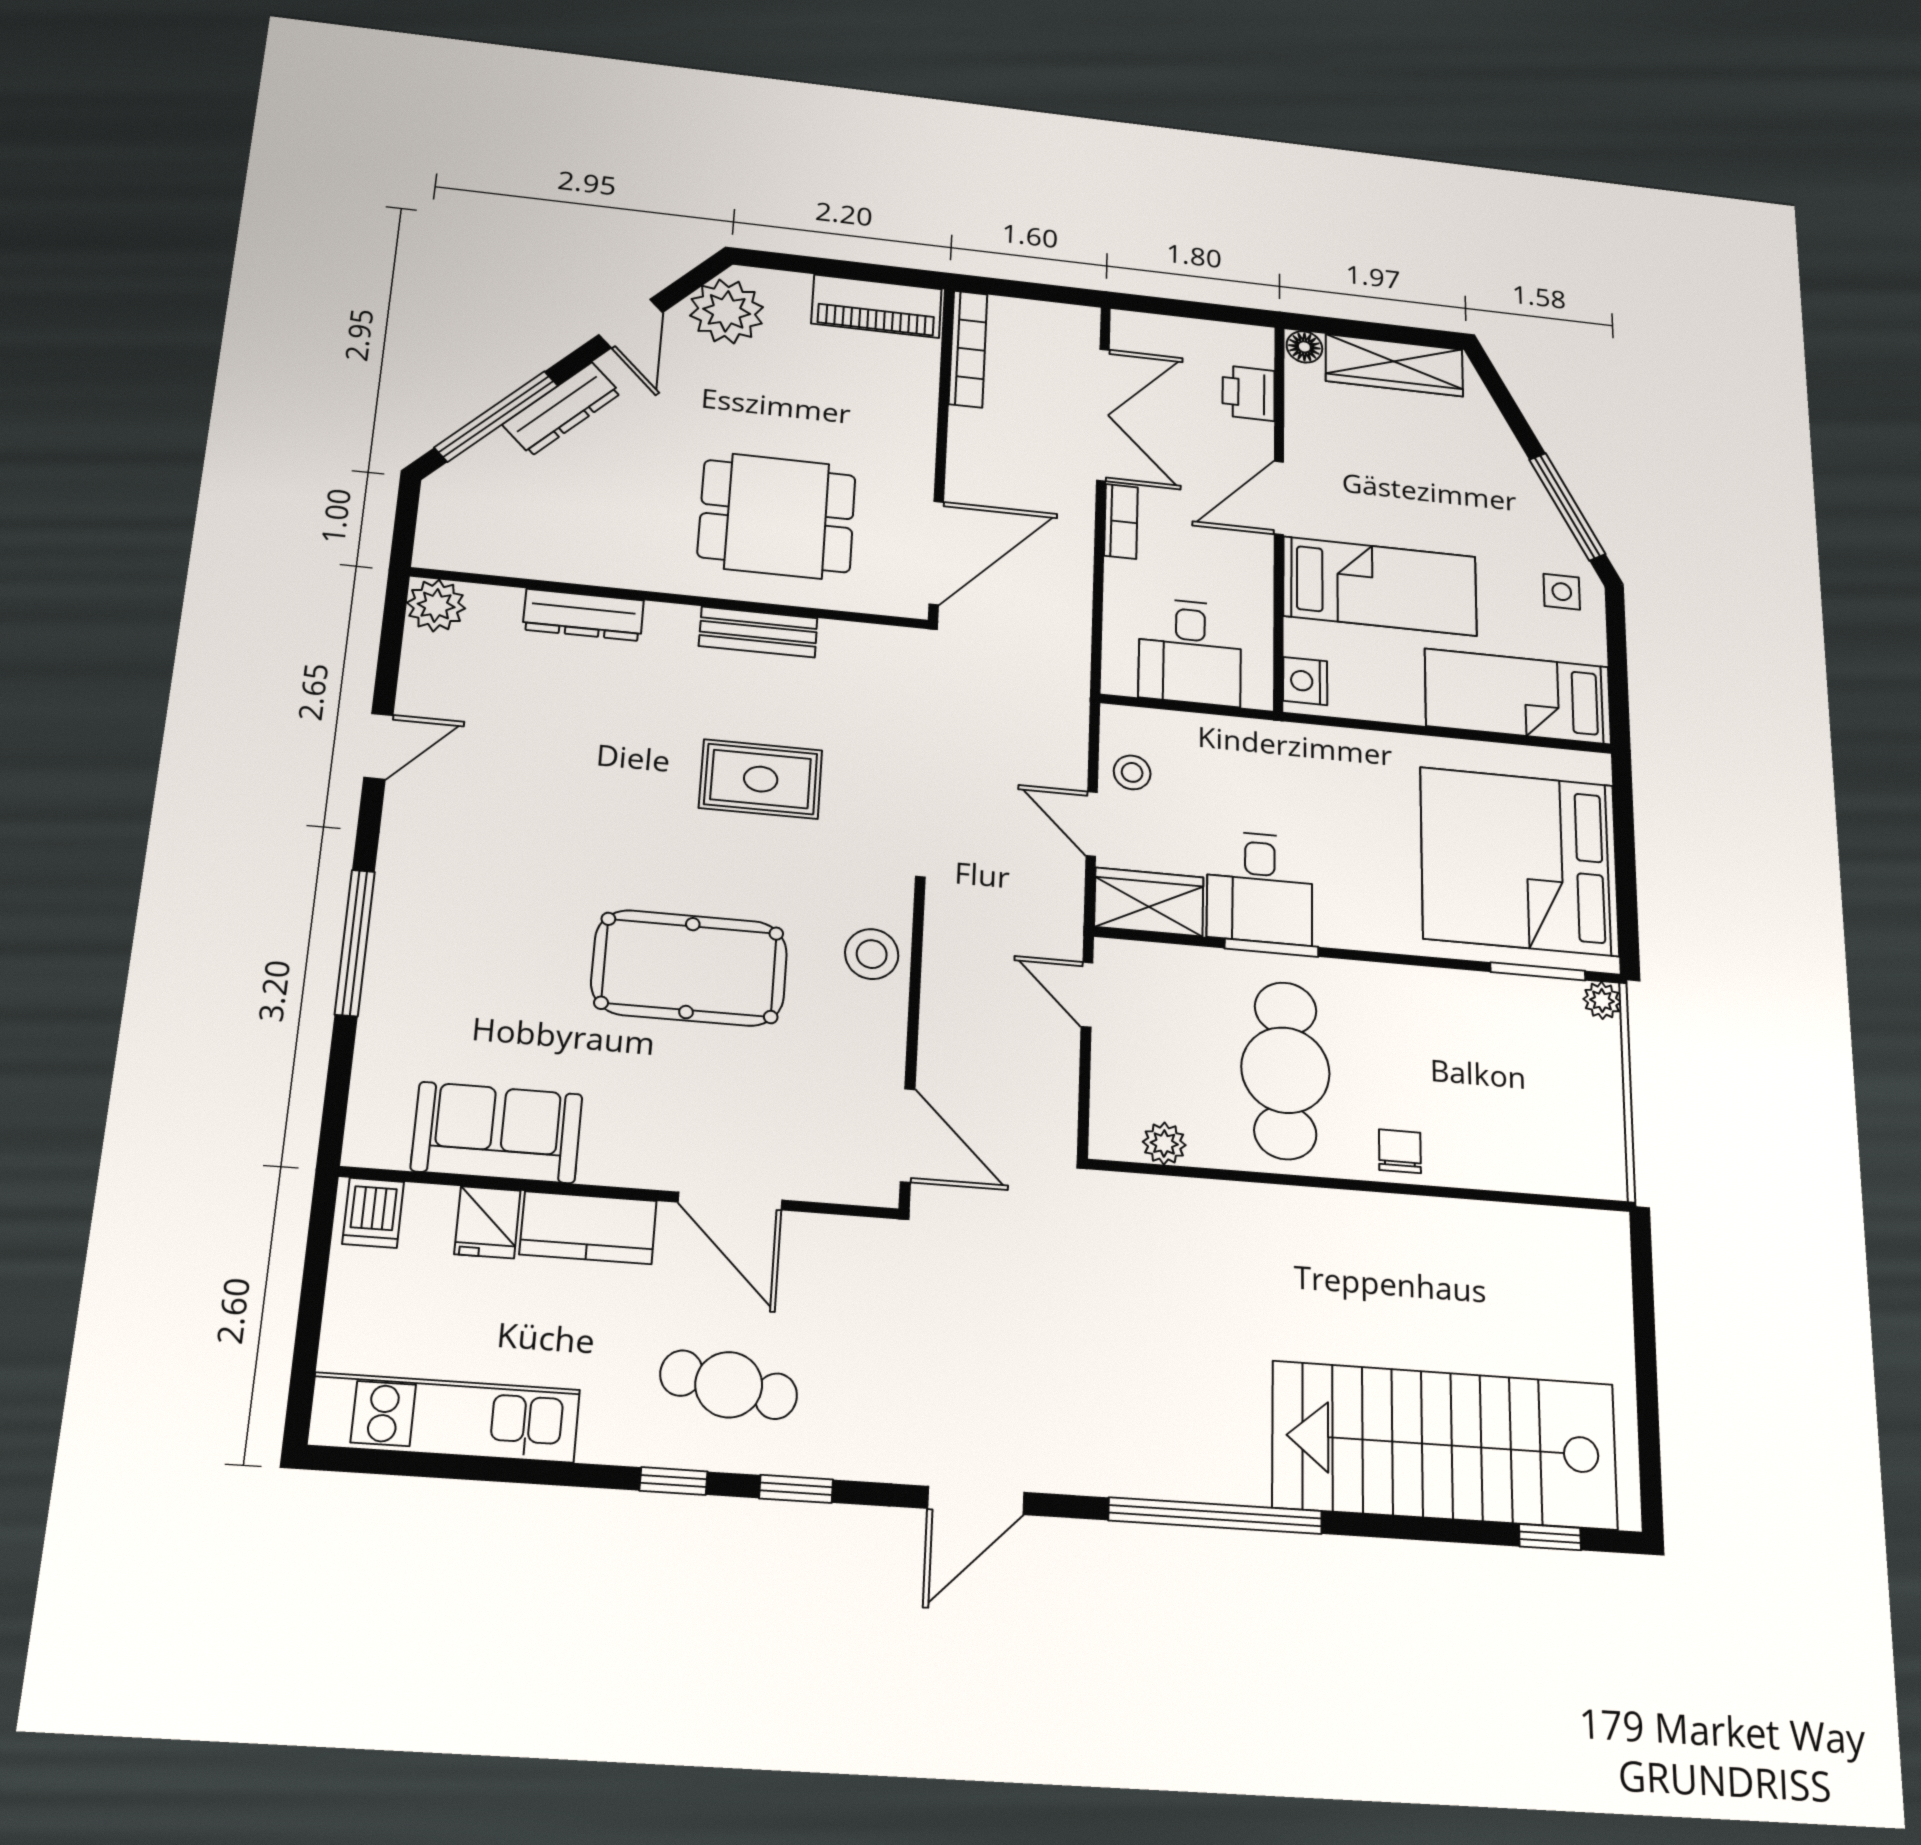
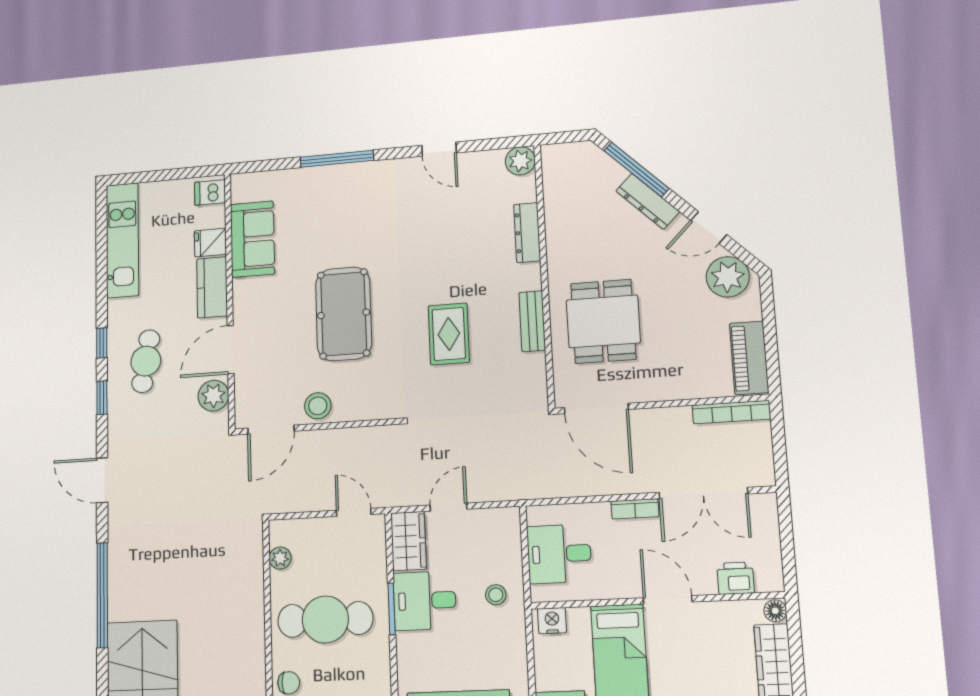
stool: (1132, 772) -> (496, 595), moved
stool: (872, 954) -> (318, 406), moved
door: (1087, 995) -> (354, 512), hinge flipped
plant: (823, 1246) -> (213, 396), added

